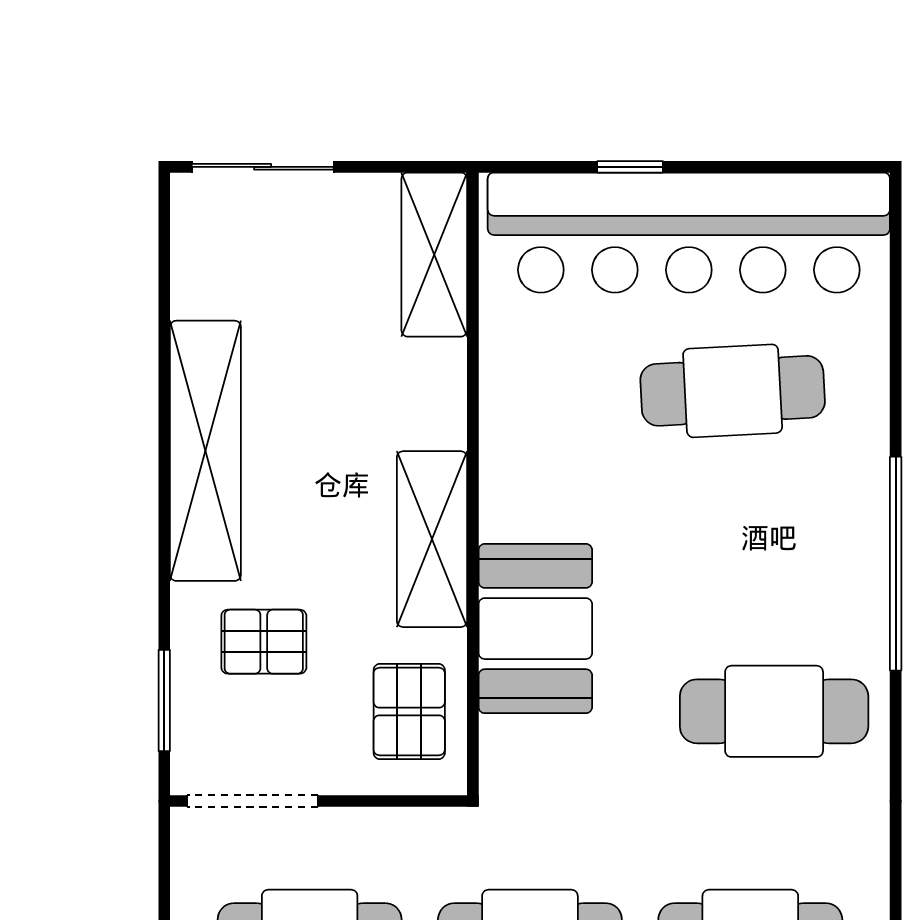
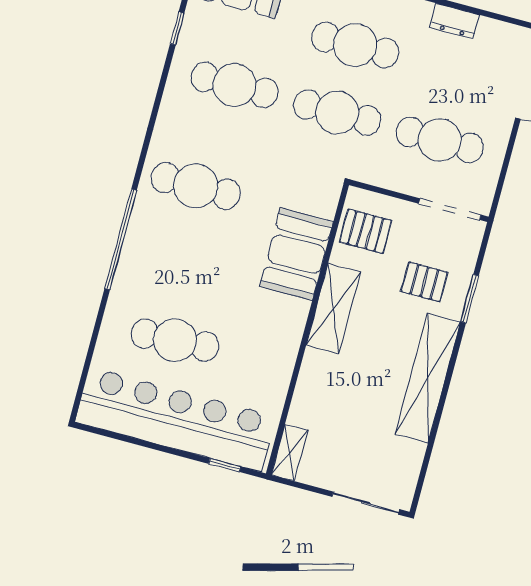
window: (630, 167) -> (225, 465), moved
shelving: (434, 255) -> (290, 452), width x0.67, depth x0.75
window: (164, 700) -> (470, 299), moved
pallet: (409, 711) -> (366, 231), turned 90

